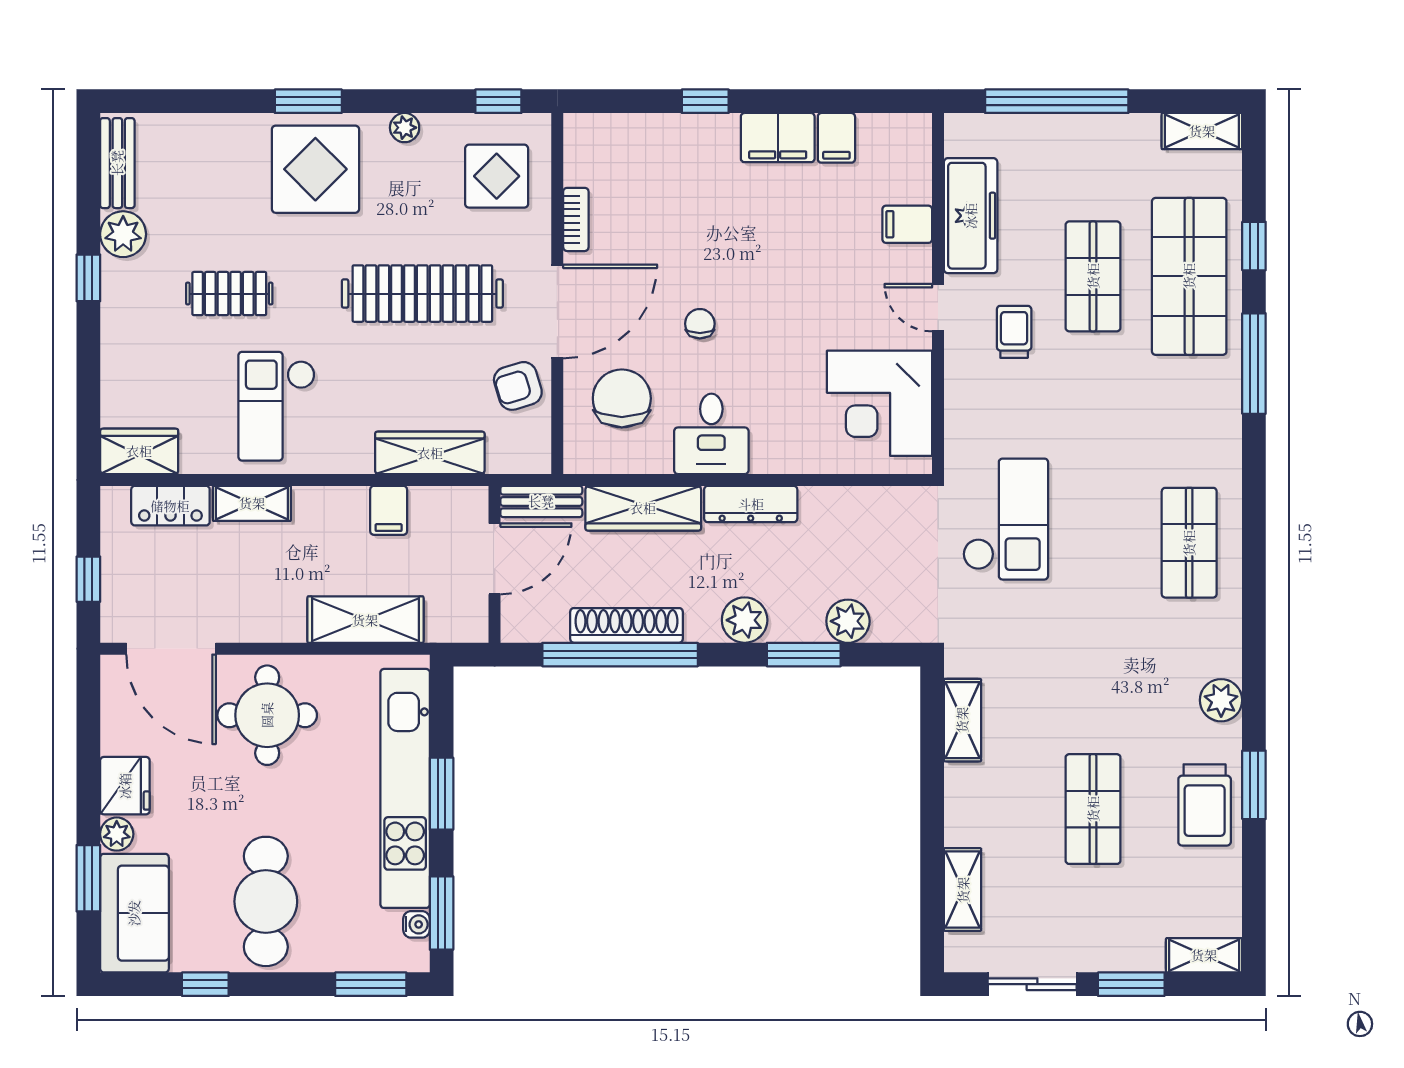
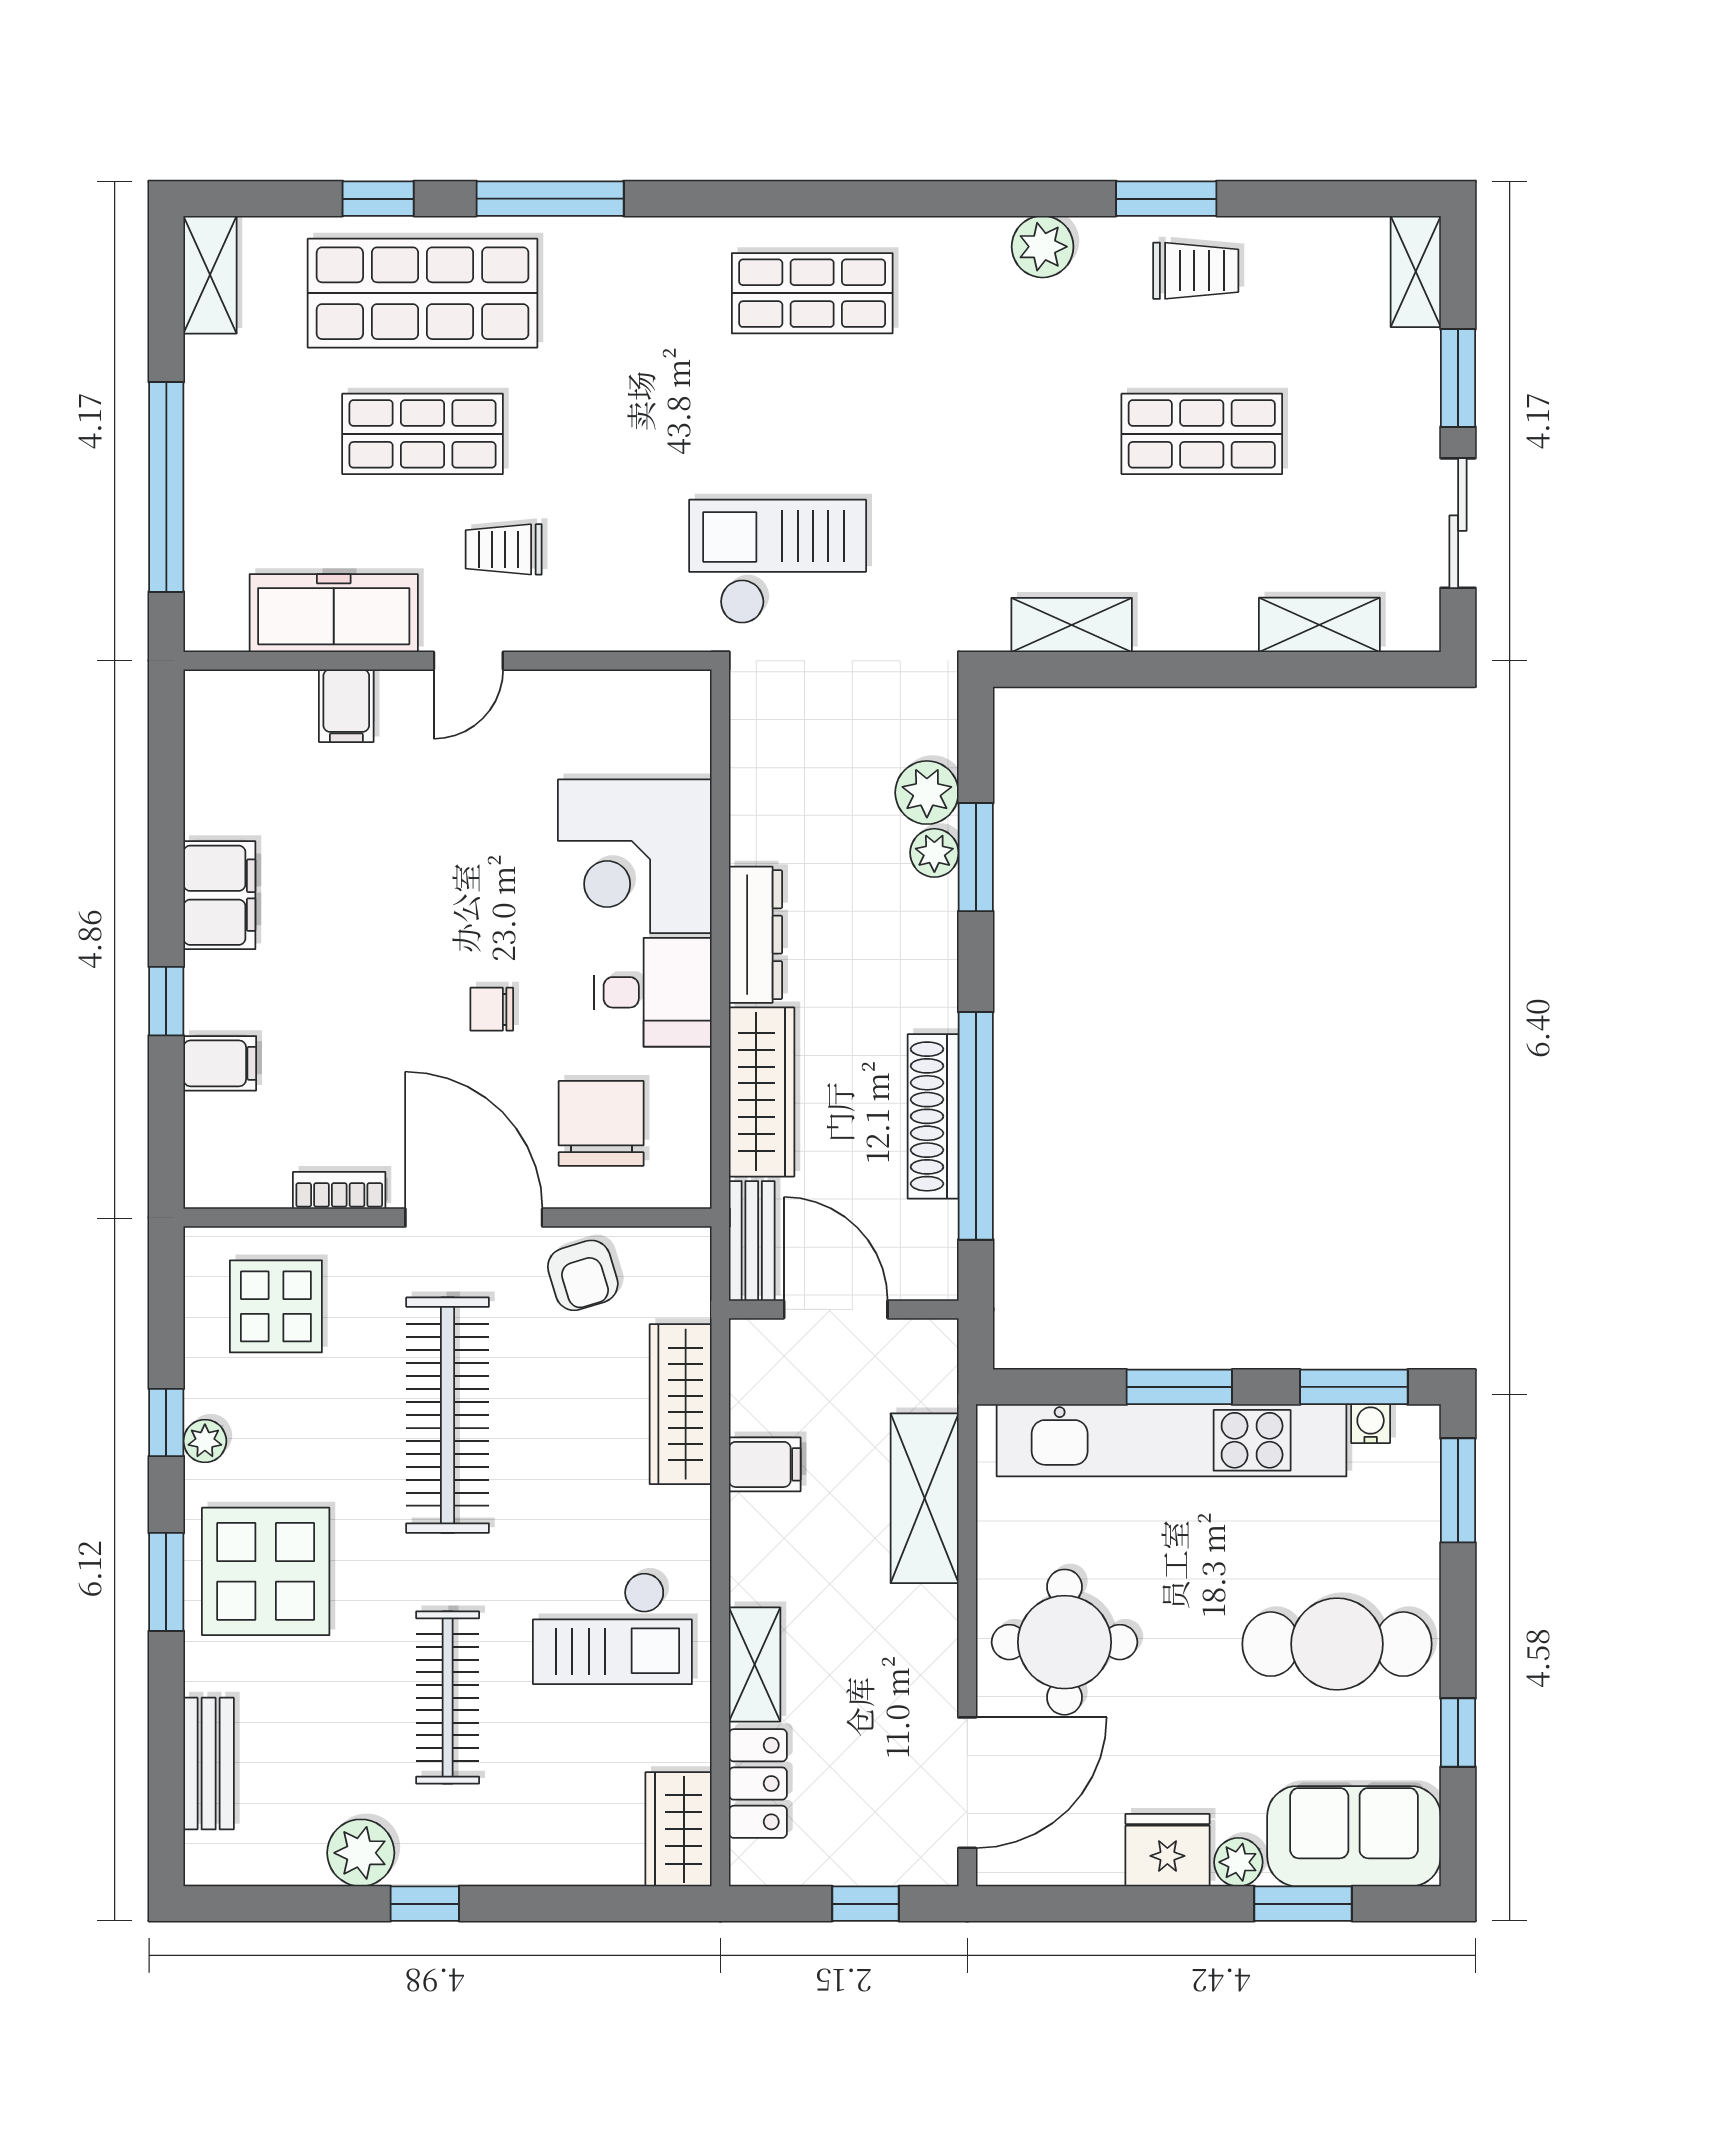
window: (498, 101) -> (166, 1422), moved
filing cabinet: (836, 138) -> (220, 1063), moved
bench: (117, 163) -> (209, 1764), moved, turned 90
clothes rail: (229, 294) -> (448, 1698), width x1.36
chair: (622, 398) -> (601, 1123), turned 90
corner desk: (880, 403) -> (635, 856), moved, turned 90
plant: (745, 620) -> (934, 853), moved, width x0.73, depth x0.73
trolley: (1205, 805) -> (1196, 271), width x0.73, depth x0.72

